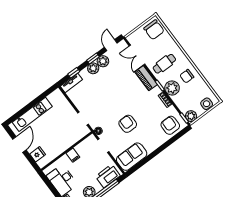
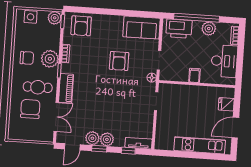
chair: (154, 30) -> (30, 109), moved

